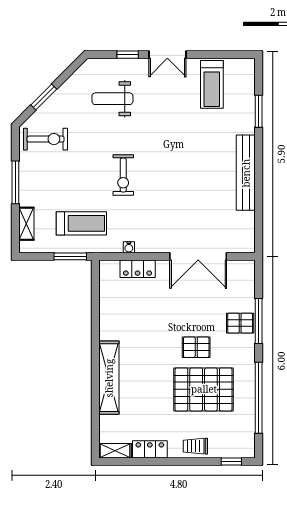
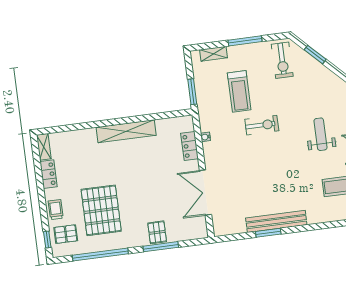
weight bench: (112, 99) -> (320, 134), moved
window: (259, 111) -> (268, 233), moved
exercise bike: (123, 175) -> (262, 125), turned 180
treadmill: (81, 223) -> (239, 91), moved
pallet: (196, 347) -> (66, 234), moved, turned 90
shelving: (109, 378) -> (126, 131), moved

